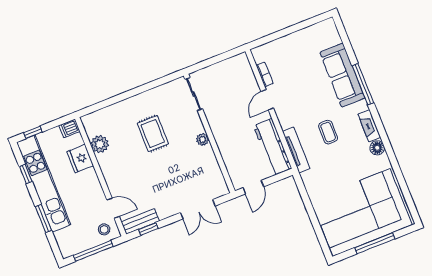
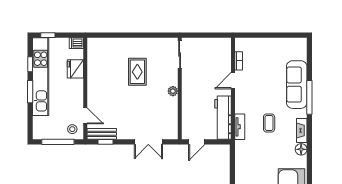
plant: (100, 144) -> (94, 64), removed
tv unit: (296, 150) -> (240, 127), width x0.71
window: (43, 218) -> (30, 92), moved

